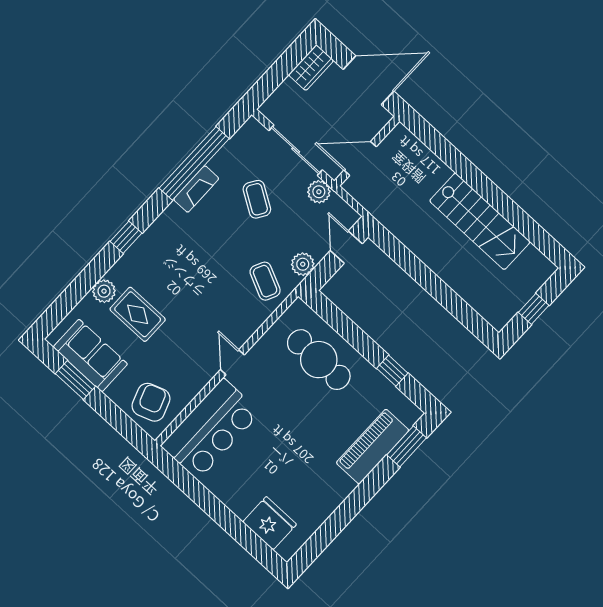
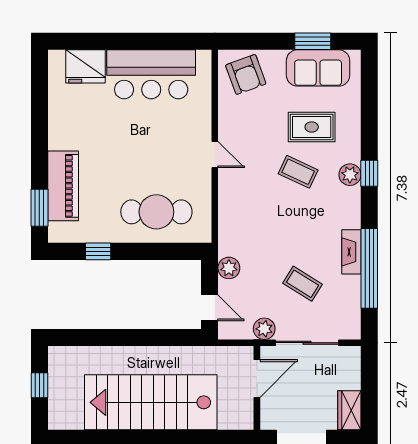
stairs: (480, 221) -> (151, 402), width x1.36, depth x1.51
coffee table: (265, 281) -> (298, 172), moved
plant: (104, 291) -> (350, 175), moved
bar counter: (211, 429) -> (151, 74), moved, turned -90

